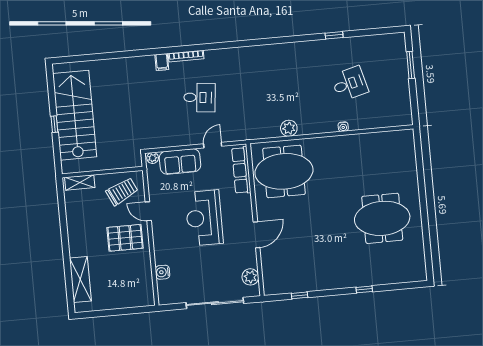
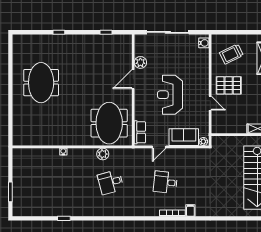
desk: (350, 84) -> (111, 182), moved
row of seats: (241, 170) -> (140, 132), width x0.68
meeting table: (284, 171) -> (109, 123), turned 90
trolley: (122, 191) -> (231, 54), moved
reception desk: (204, 218) -> (170, 95), turned 180
meeting table: (382, 218) -> (41, 83), turned 90
water cooler: (162, 272) -> (204, 43), moved
plant: (250, 277) -> (140, 62), moved

